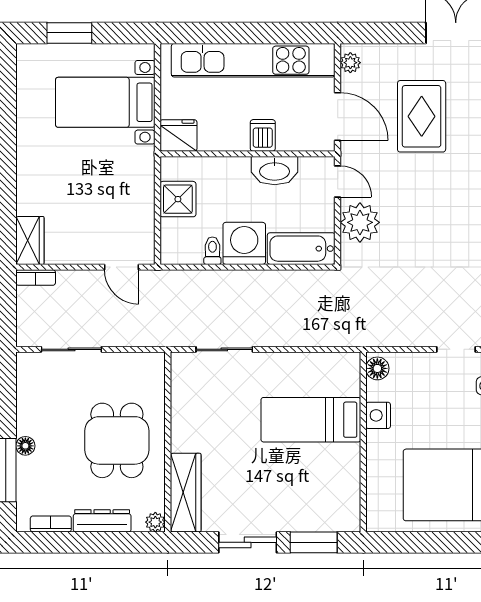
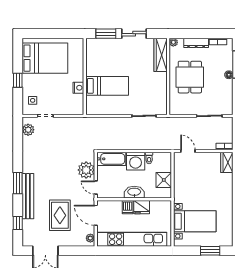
fridge: (178, 135) -> (142, 207), moved
washbasin: (275, 171) -> (134, 192), moved
floor lamp: (377, 368) -> (79, 108), removed

